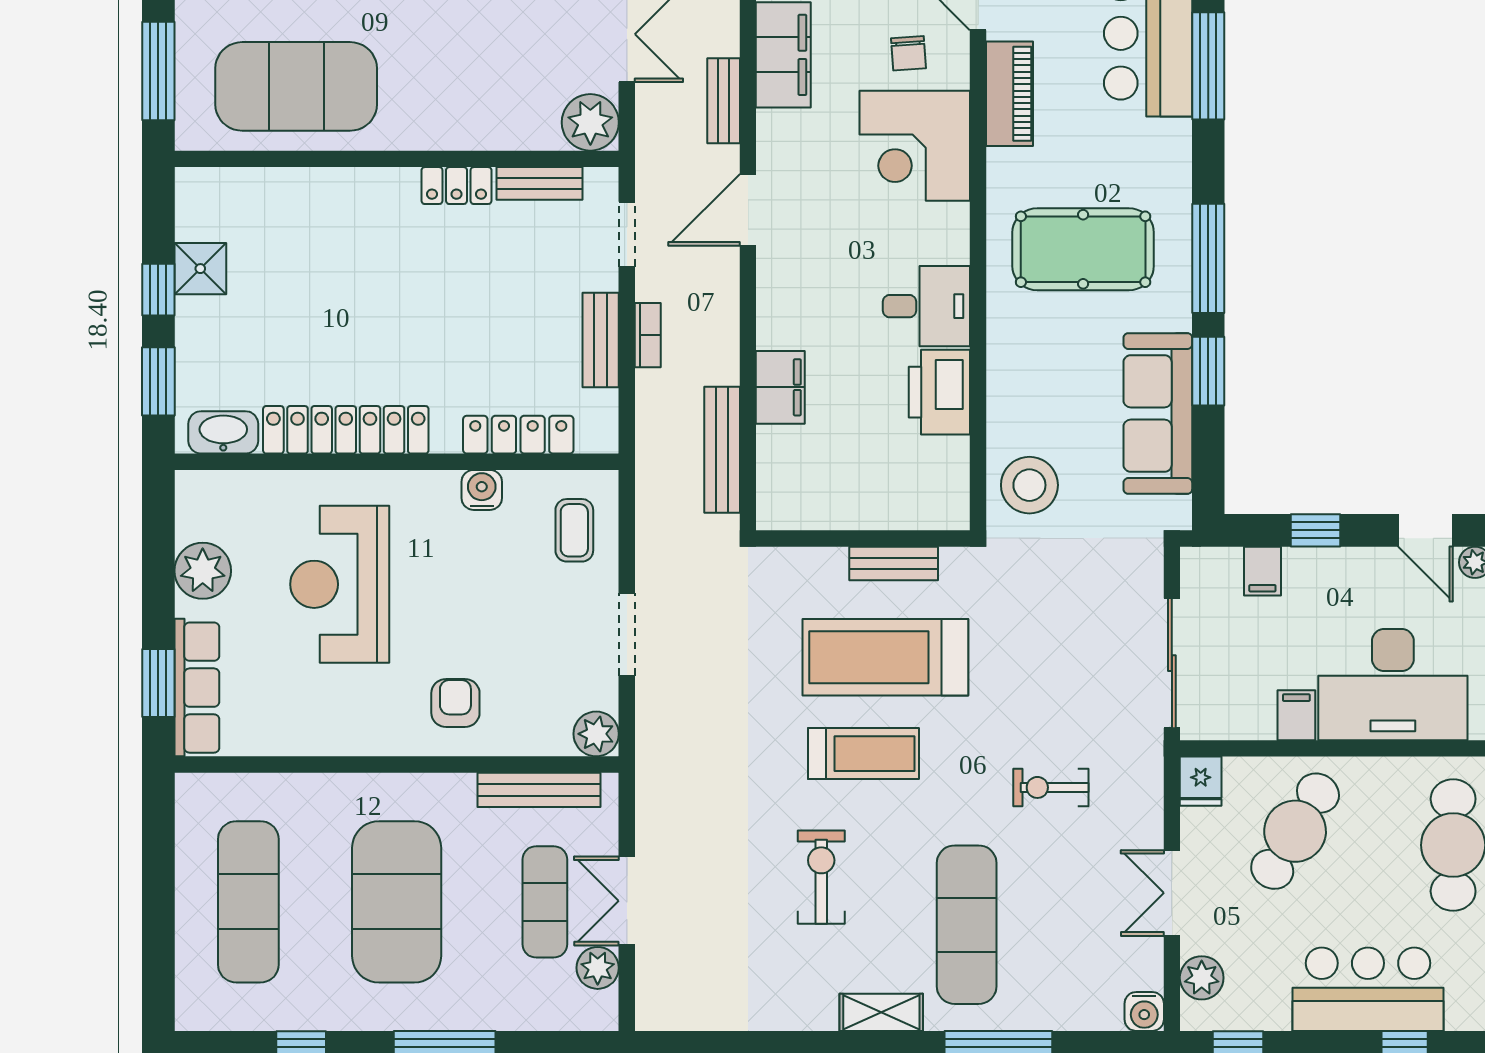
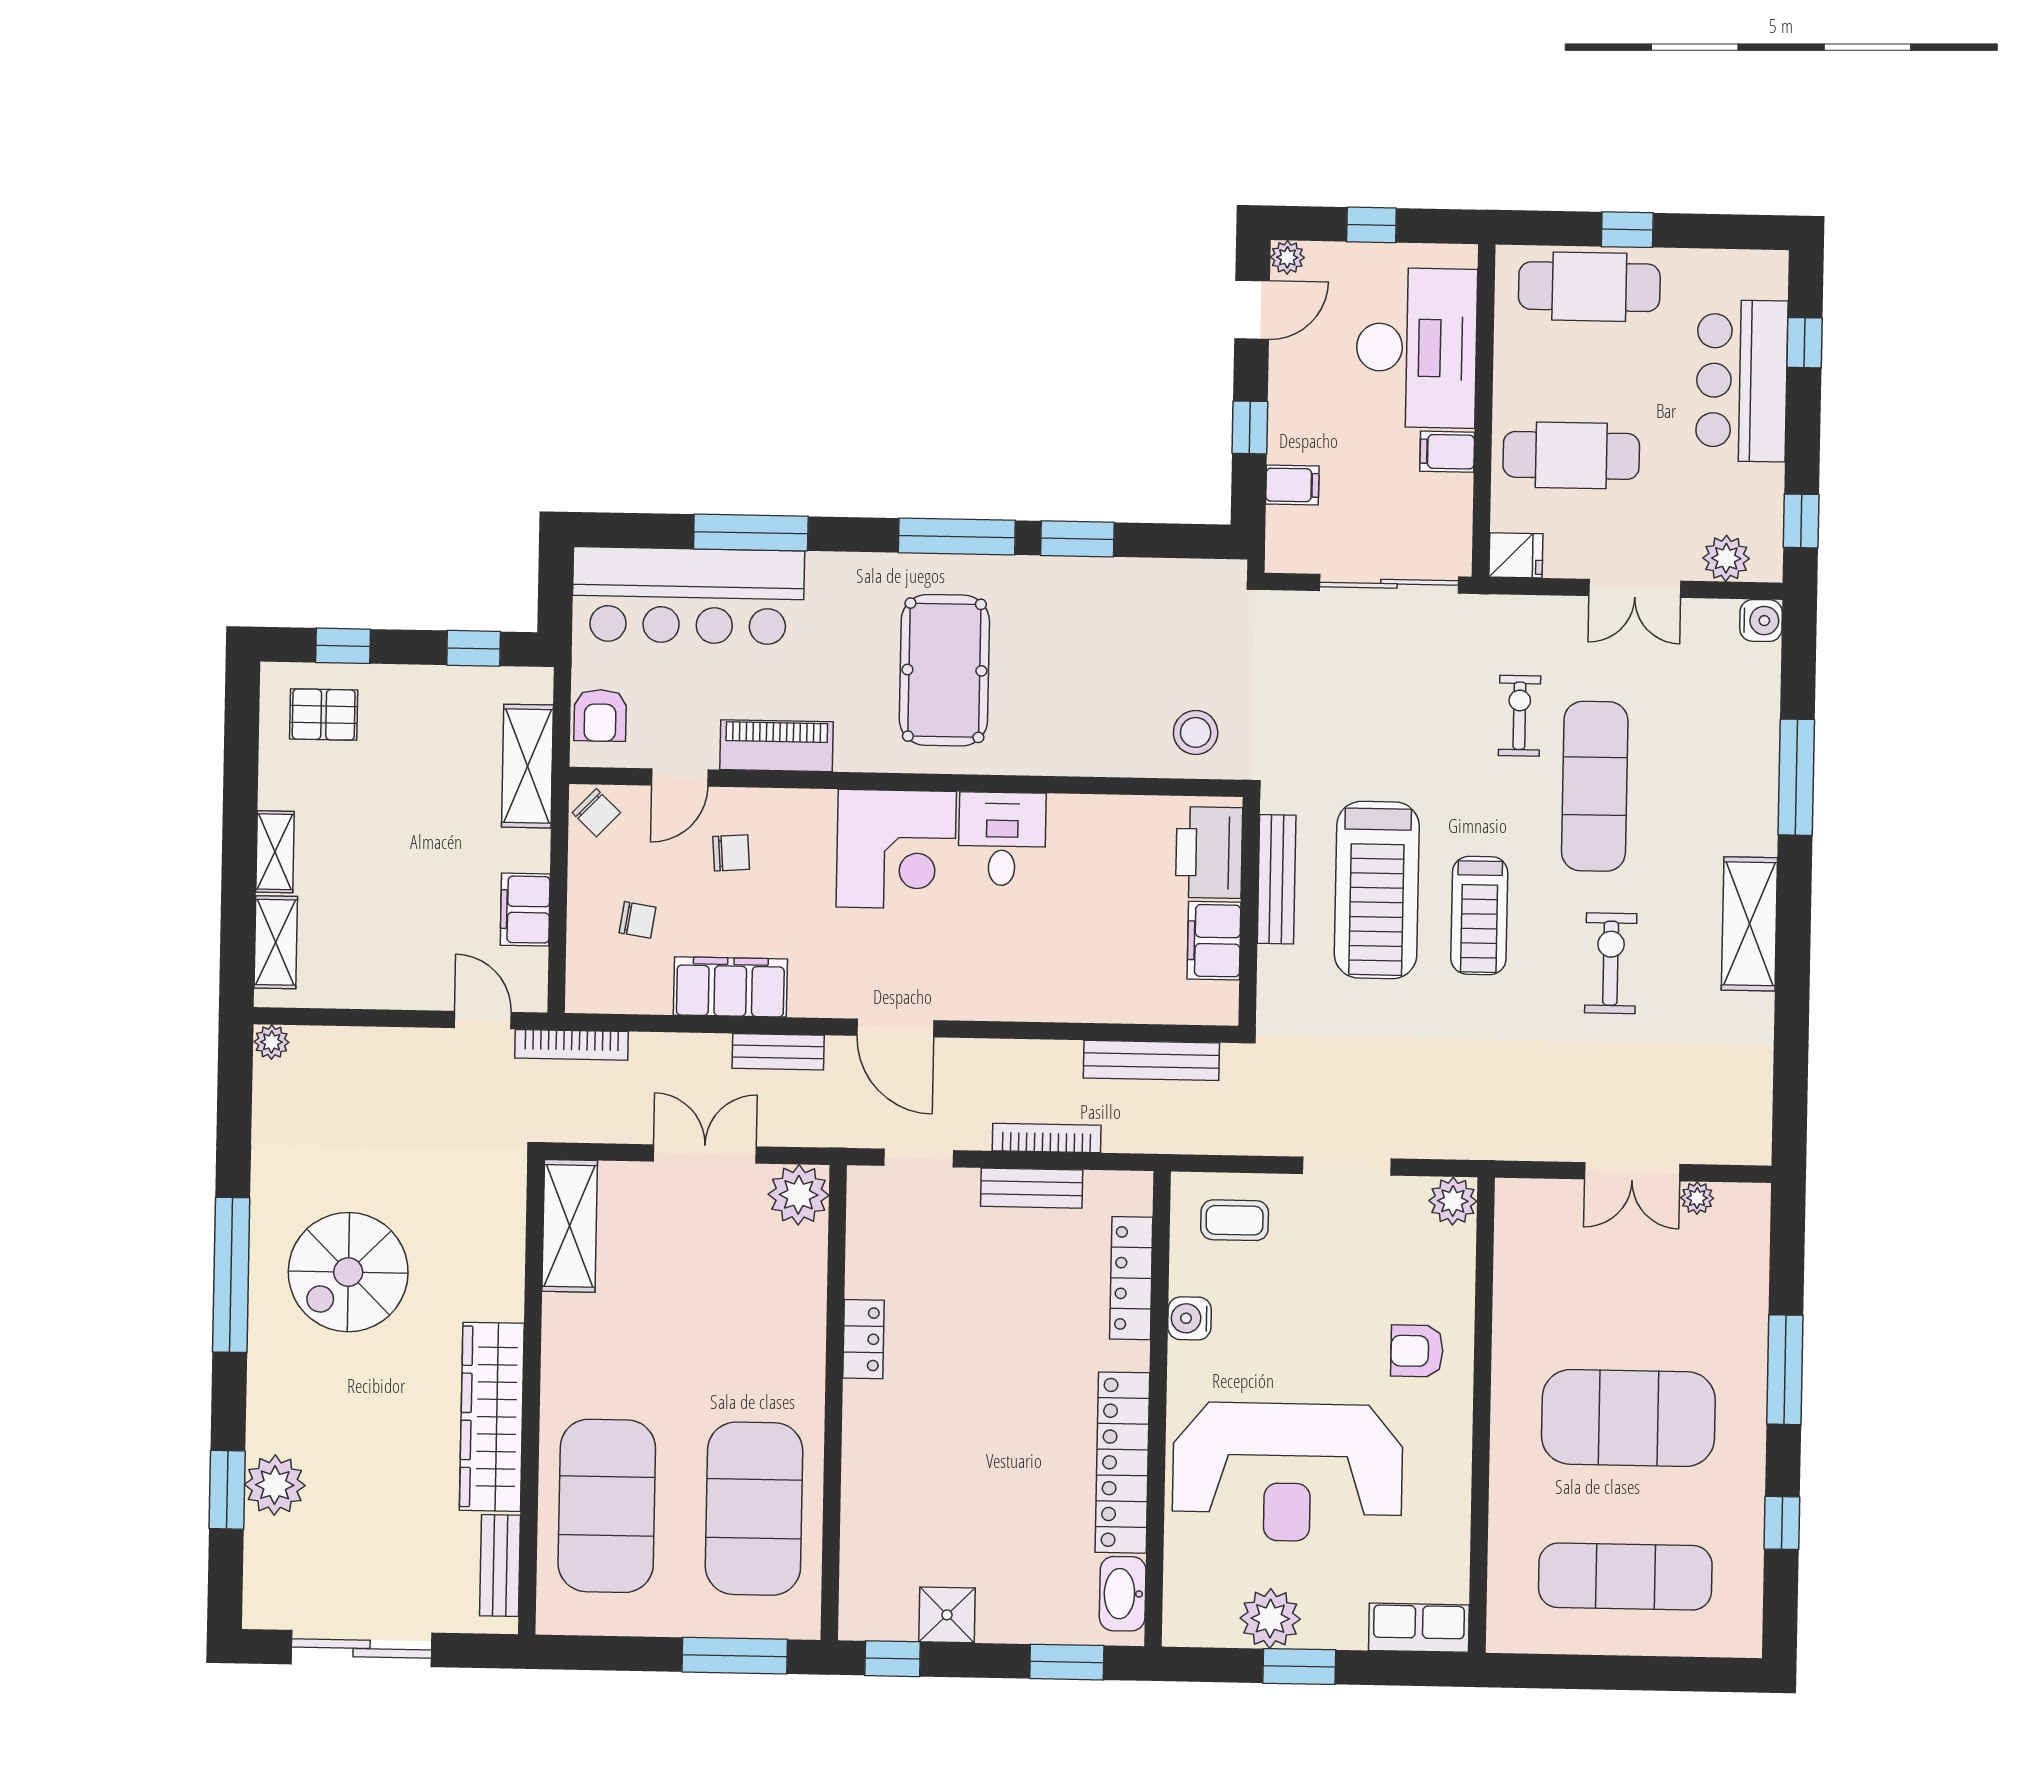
corner desk: (915, 146) -> (896, 849), moved
bench: (539, 183) -> (863, 1250), removed
window: (158, 290) -> (893, 1659), moved
bookcase: (648, 335) -> (1047, 1138), width x1.56
filing cabinet: (780, 387) -> (1214, 941), moved, turned -90
printer: (939, 392) -> (1209, 853), moved, turned 90
sofa: (1158, 414) -> (1122, 594), removed
stool: (1029, 485) -> (1196, 732), width x0.73, depth x0.73
bench: (894, 563) -> (1277, 879), width x1.36
reception desk: (340, 584) -> (1288, 1472), width x1.36, depth x1.30
window: (158, 683) -> (1299, 1667), moved
row of seats: (197, 688) -> (1419, 1628), width x0.68
treadmill: (863, 754) -> (1479, 915), turned 180
exercise bike: (1051, 787) -> (1519, 716), turned 180
bench: (539, 790) -> (1511, 1263), removed
cafe table: (1295, 831) -> (1571, 455), turned -31
exercise bike: (821, 877) -> (1611, 963), turned 90
exercise mat: (545, 902) -> (1631, 1259), removed
exercise mat: (967, 925) -> (1595, 786), moved, turned 90
plant: (598, 968) -> (1697, 1198), width x0.73, depth x0.73
shelving: (881, 1012) -> (1749, 924), width x1.50, depth x1.33

